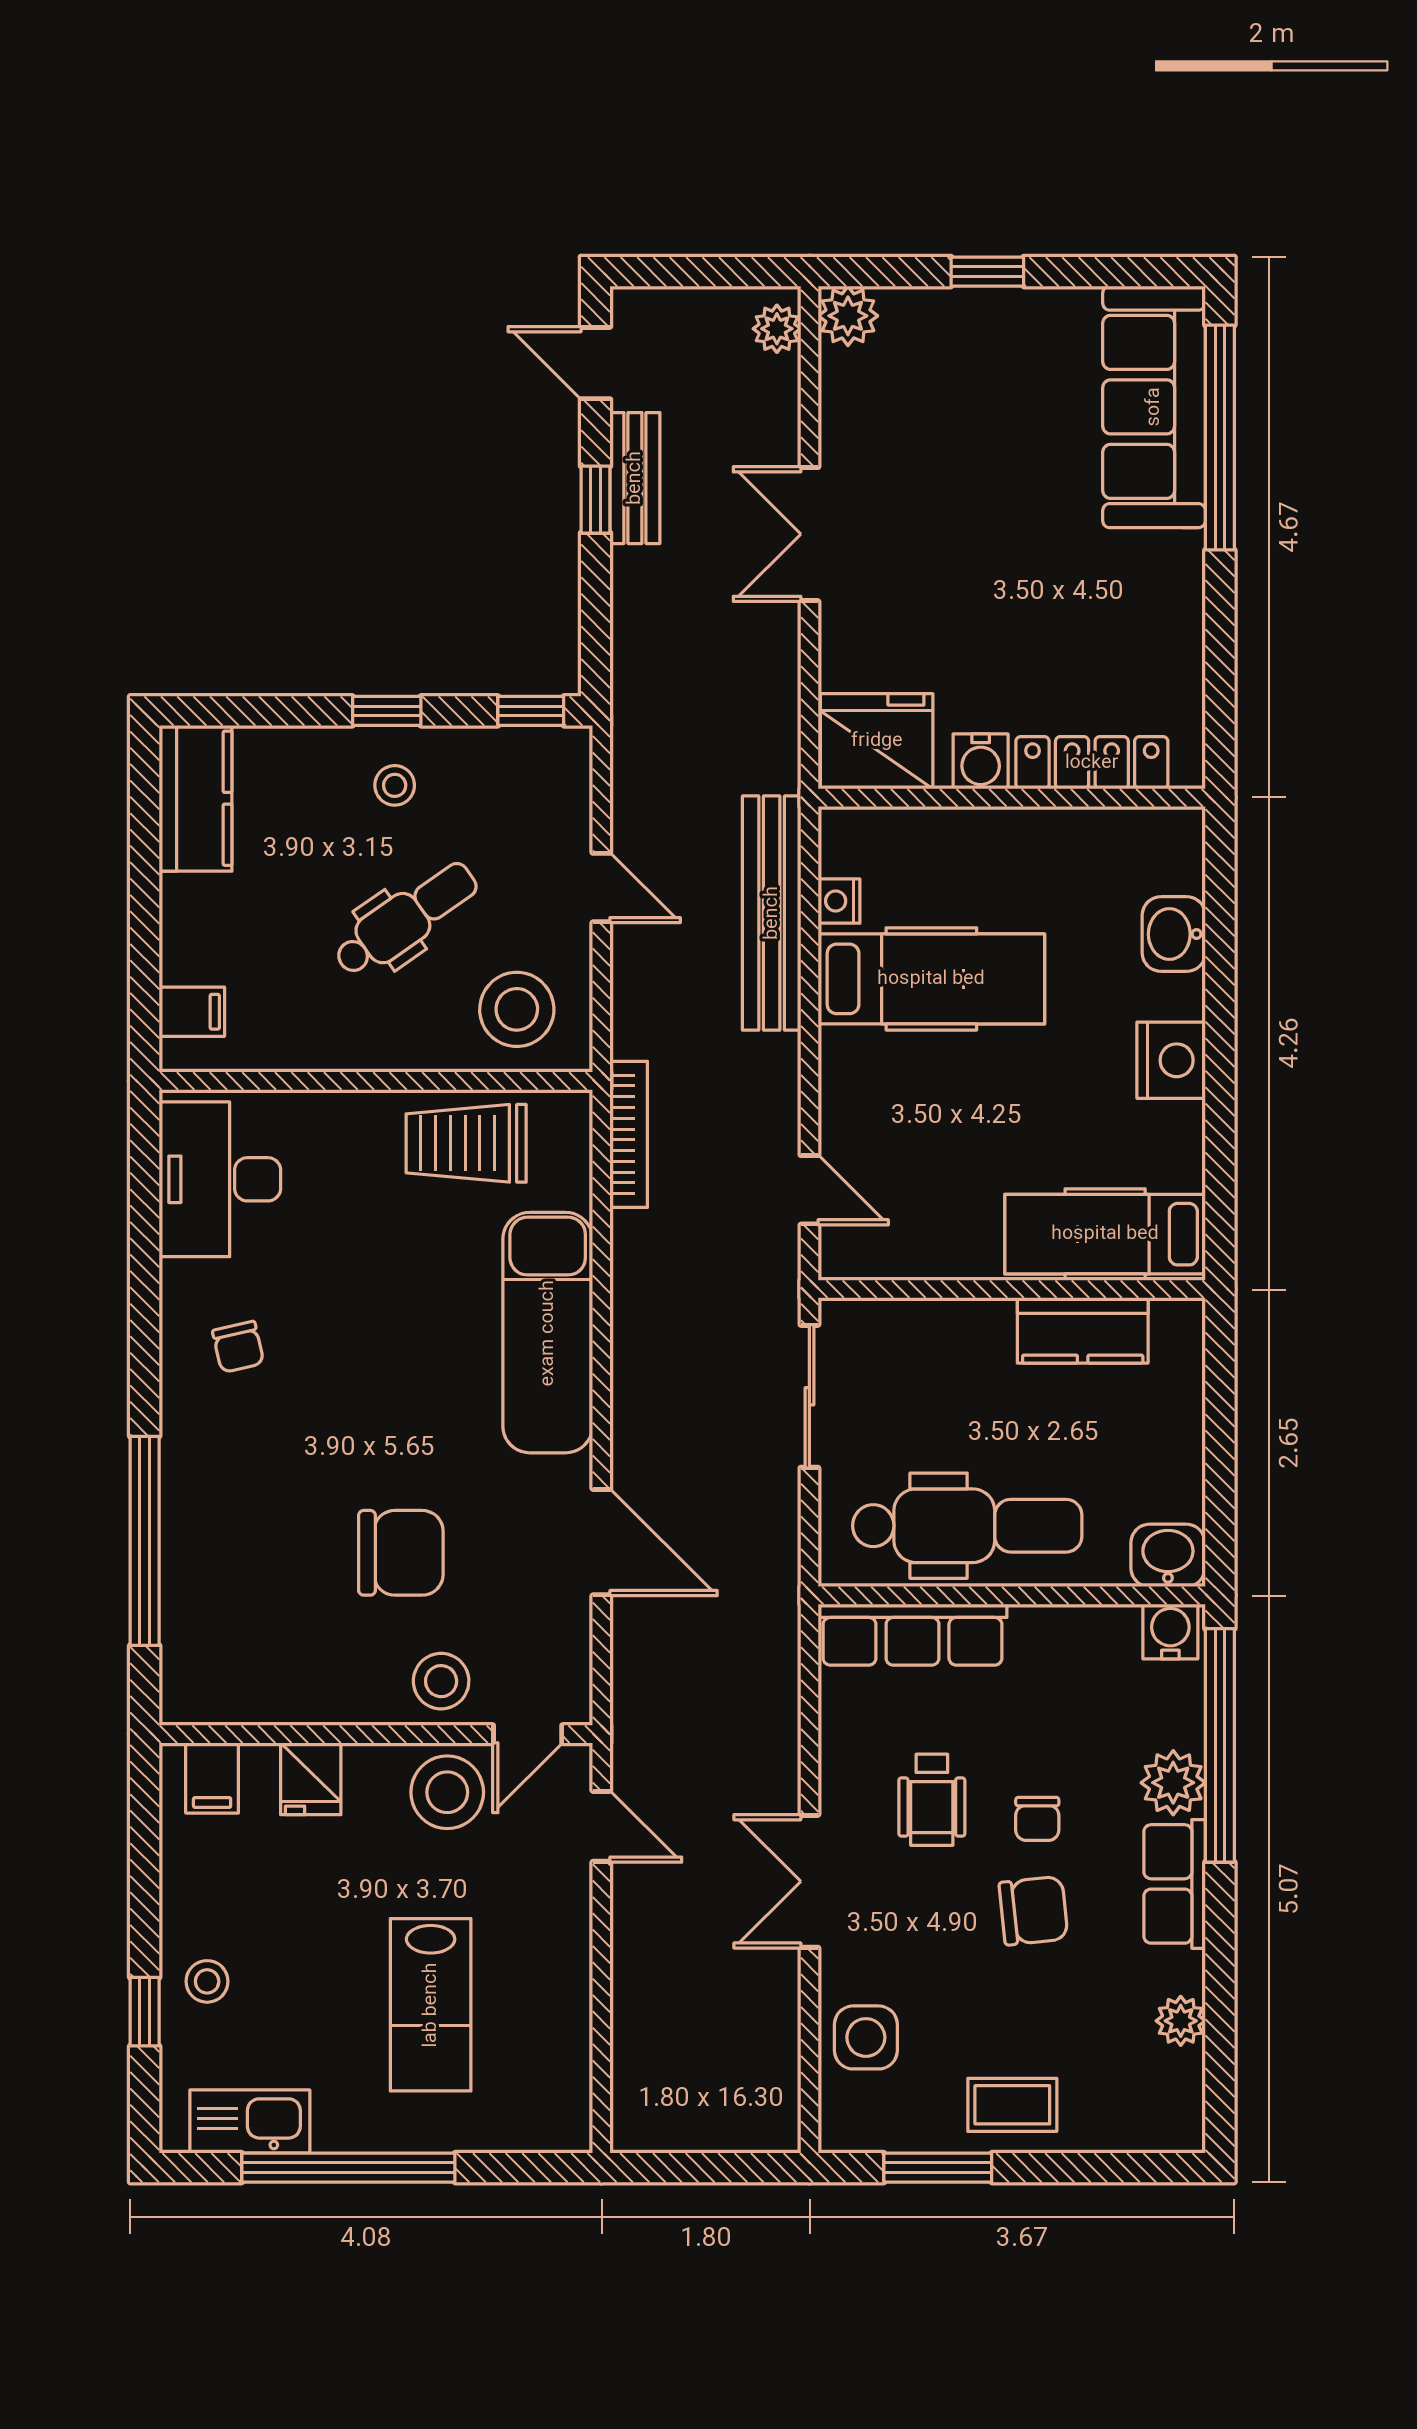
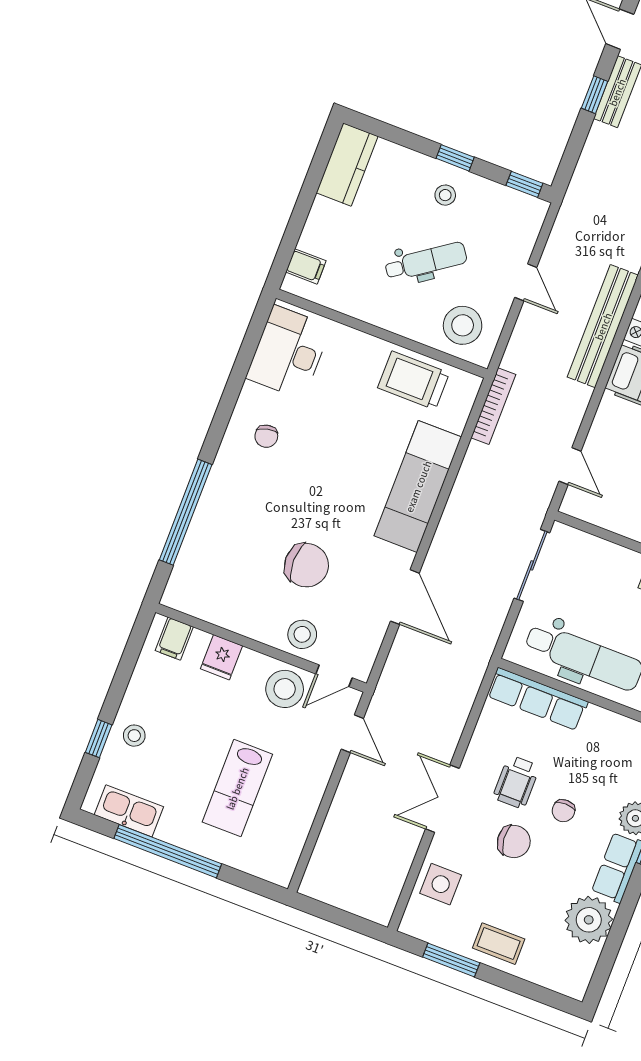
chair: (1033, 1911) -> (514, 842), moved
plant: (1181, 2021) -> (589, 920), width x1.88, depth x1.88

